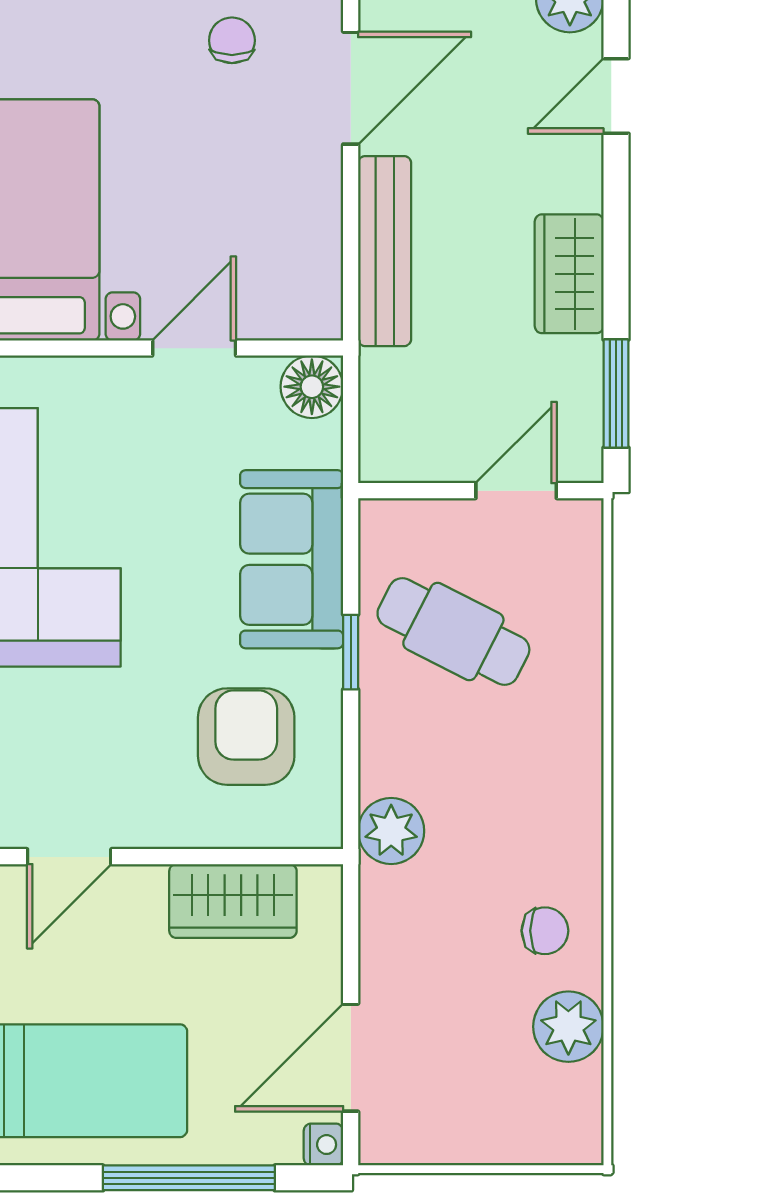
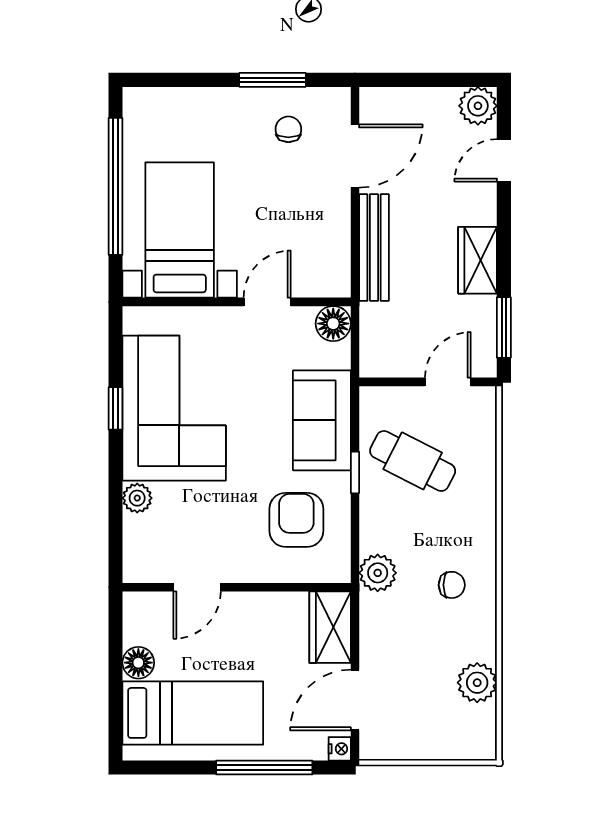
wardrobe: (233, 901) -> (330, 627), moved, turned 90
chair: (545, 931) -> (452, 585), moved

